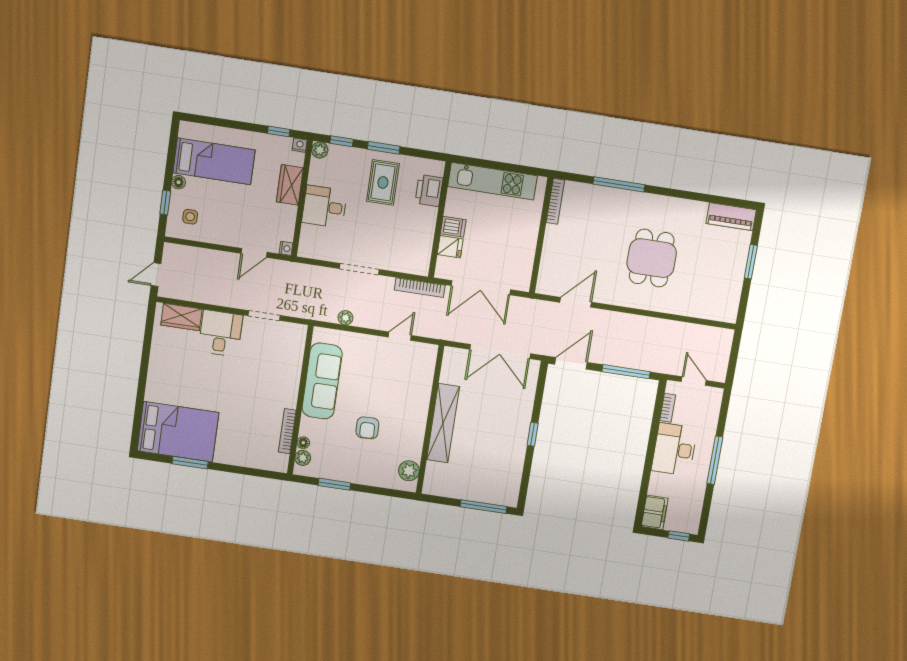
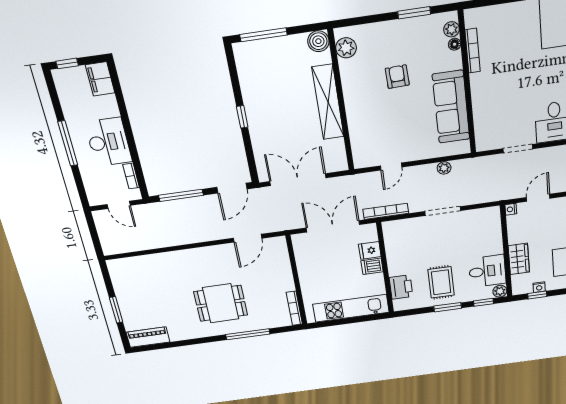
nightstand: (300, 145) -> (539, 287), moved
desk: (324, 207) -> (487, 271), moved
dining table: (652, 258) -> (221, 303), moved, turned 90
boiler: (433, 485) -> (318, 41), added

